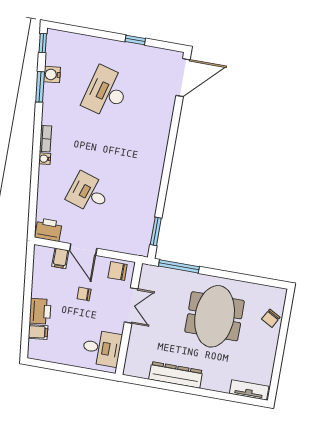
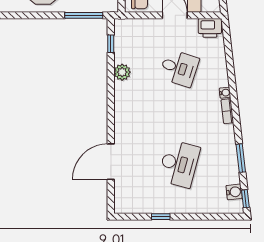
water cooler: (52, 75) -> (234, 192), moved
door: (183, 78) -> (111, 162), moved
plant: (149, 199) -> (122, 72), added
window: (156, 231) -> (111, 44), width x0.67

